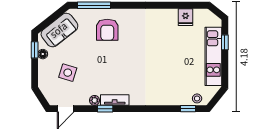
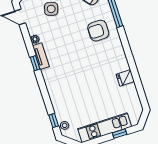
fridge: (185, 17) -> (125, 78), moved
window: (105, 109) -> (35, 63), moved

